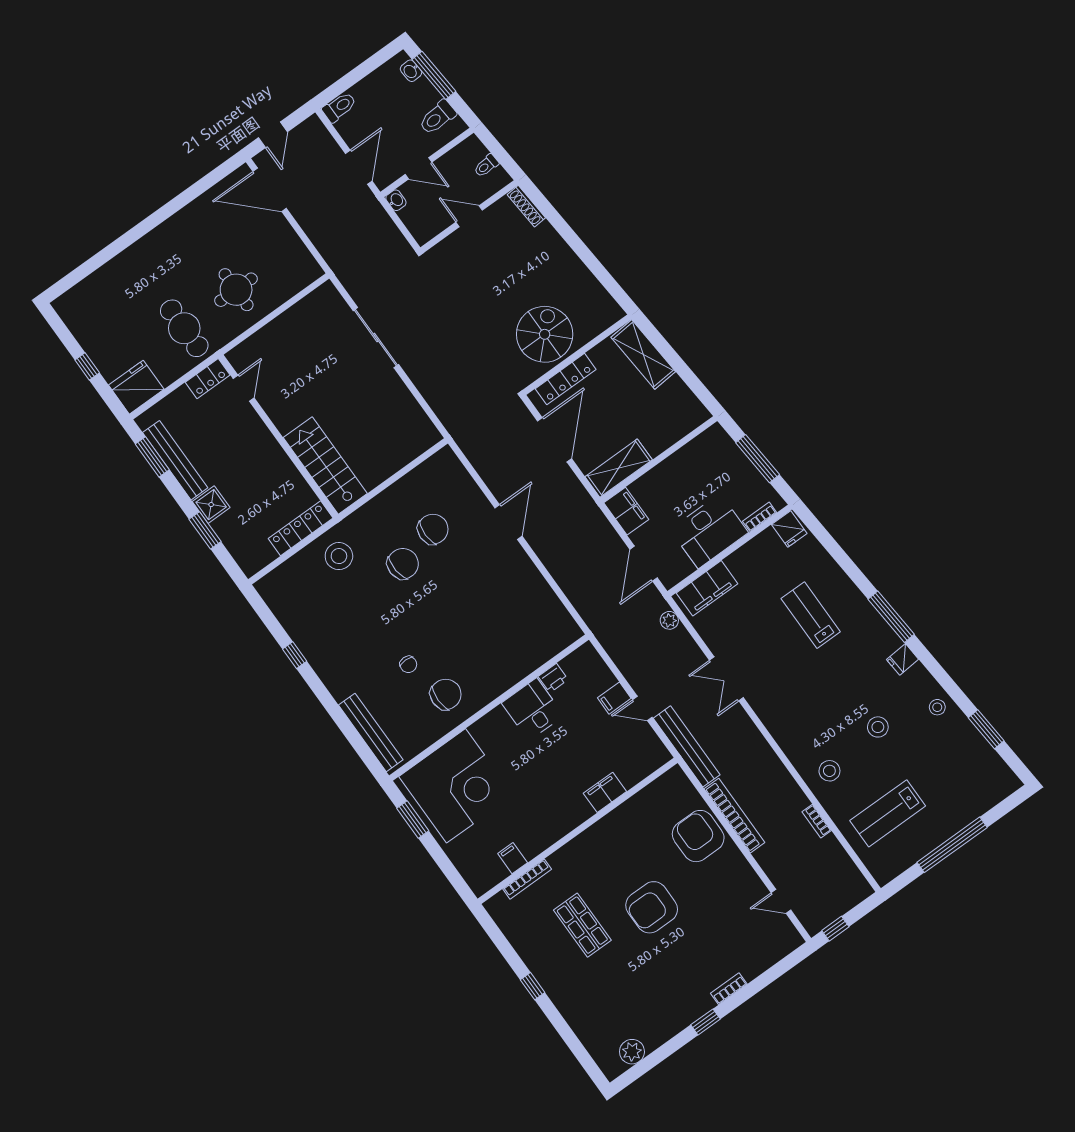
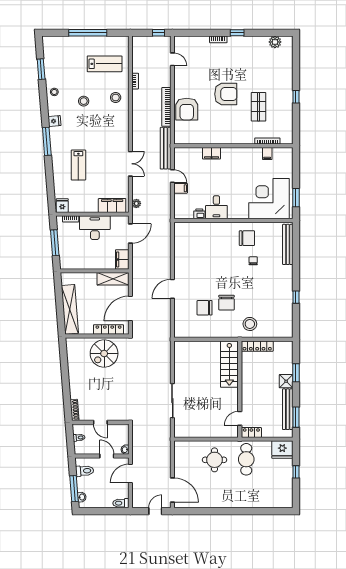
shelving: (643, 354) -> (70, 309), width x1.47
chair: (403, 564) -> (227, 303), turned -85
chair: (446, 694) -> (247, 238), turned 180

